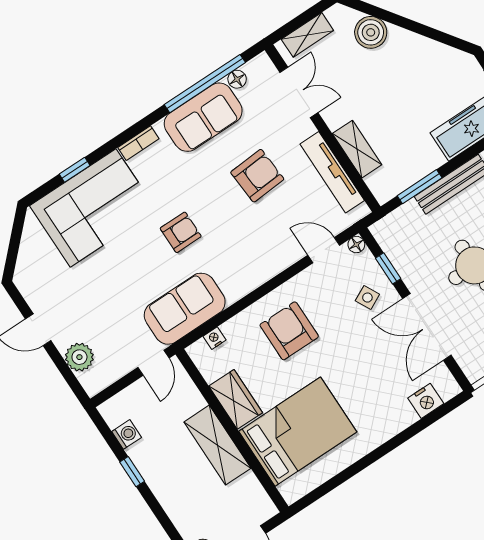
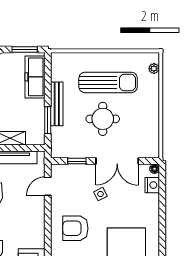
floor lamp: (356, 245) -> (155, 169), moved
side table: (367, 298) -> (100, 194), moved

